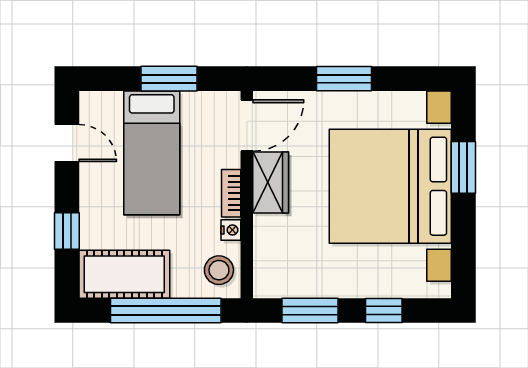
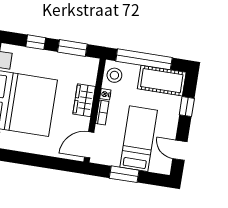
window: (344, 79) -> (37, 160), removed
wardrobe: (271, 183) -> (84, 100), moved

